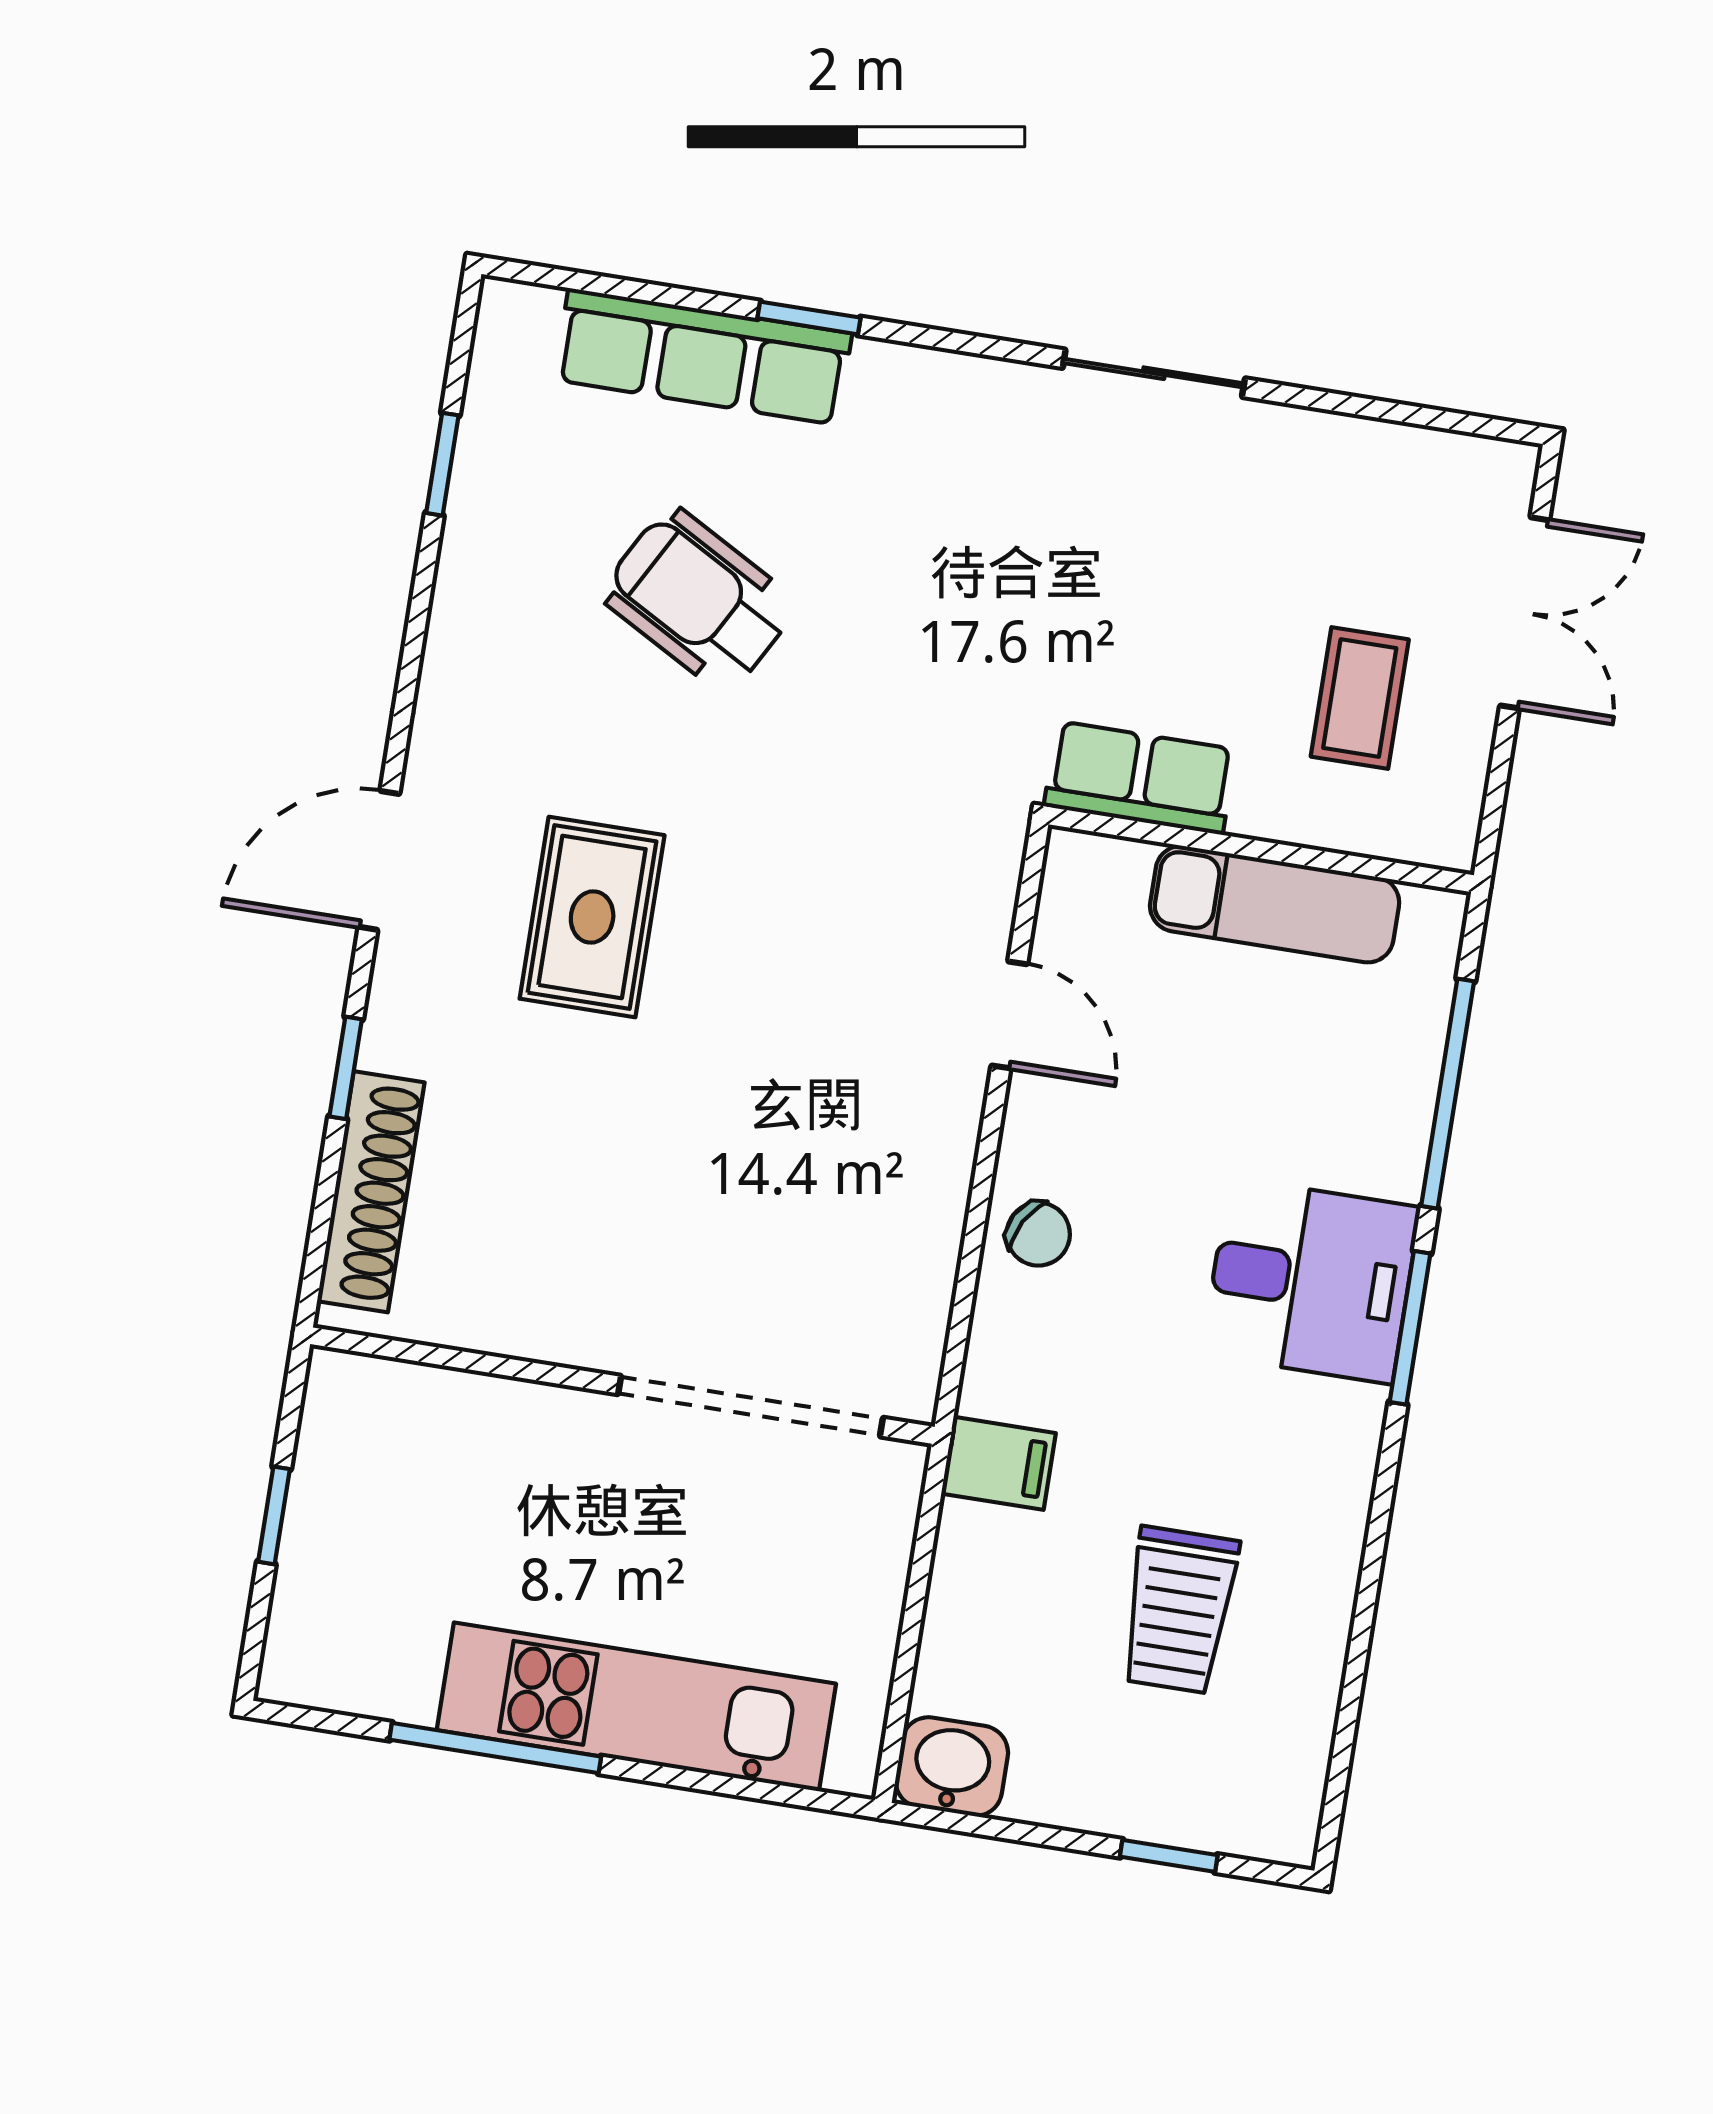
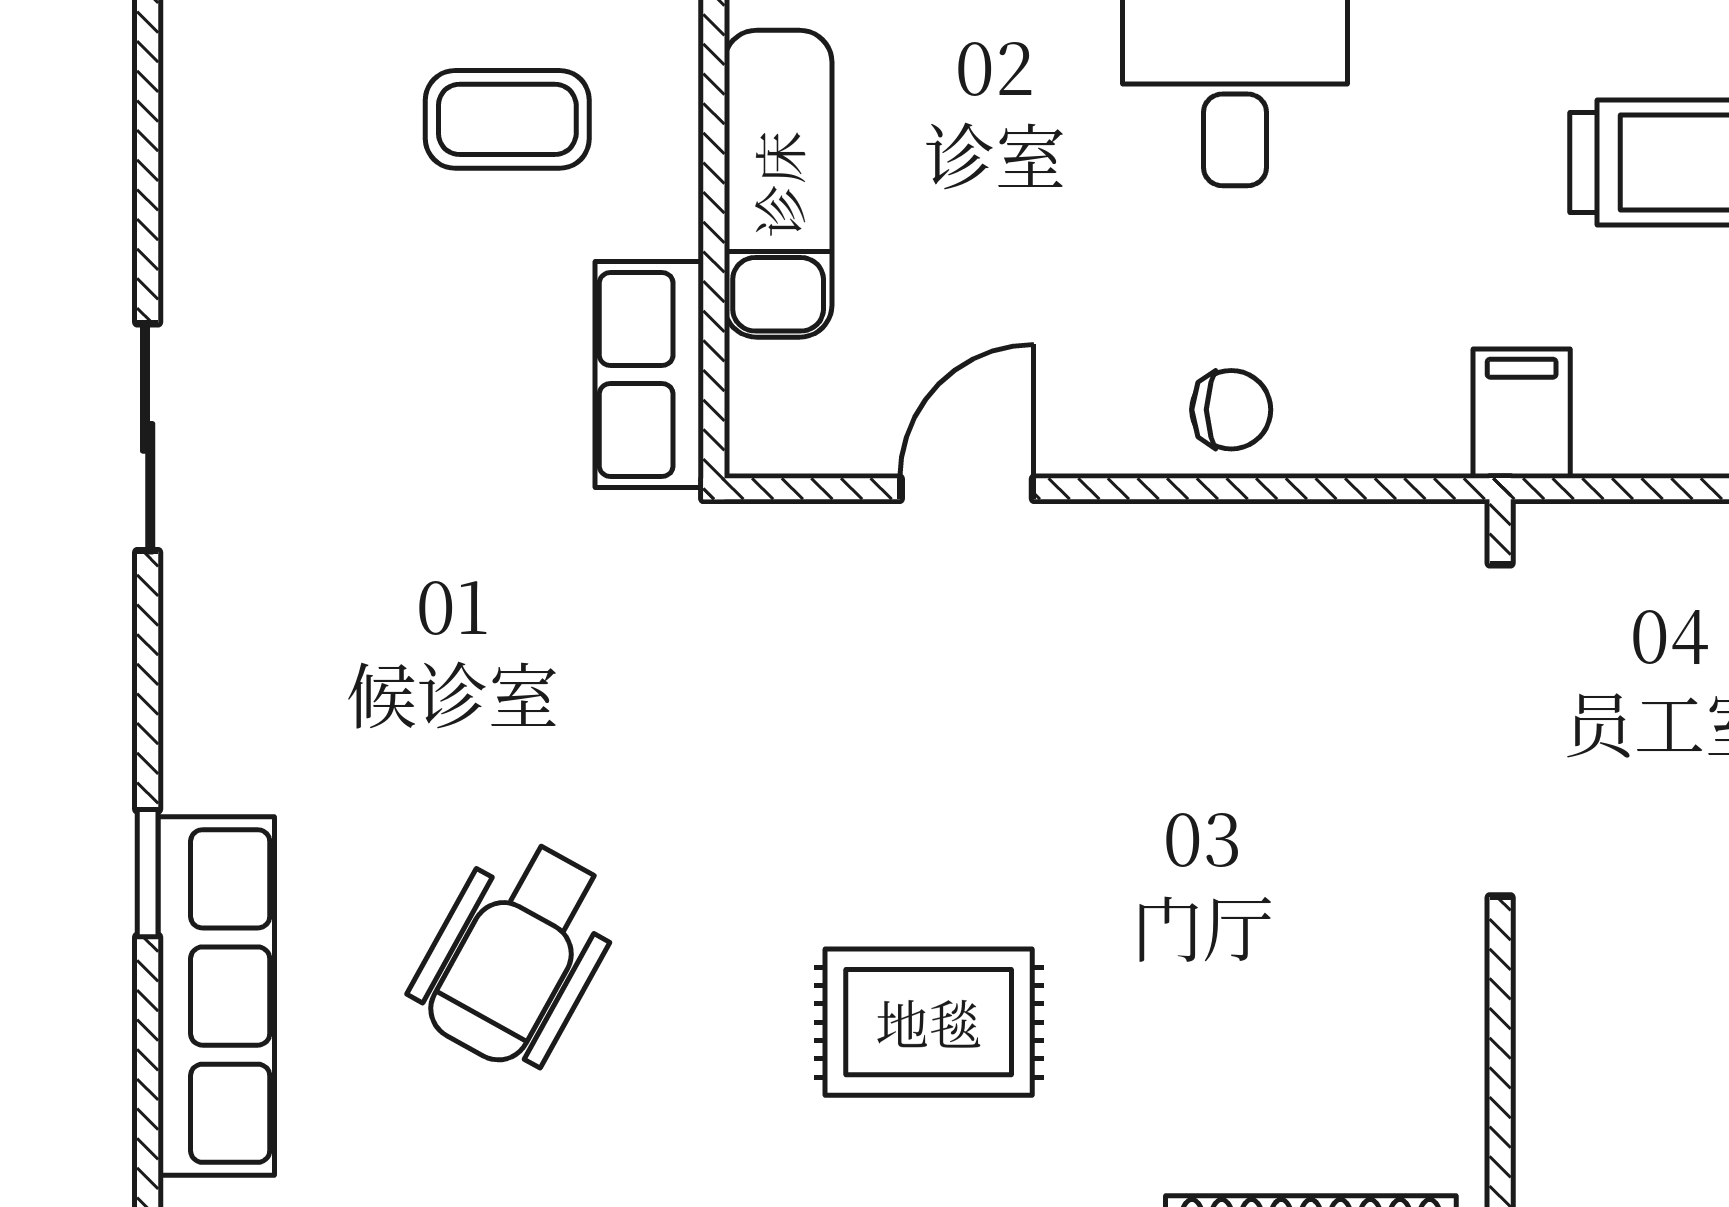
chair: (1038, 1234) -> (1231, 410), turned 61

